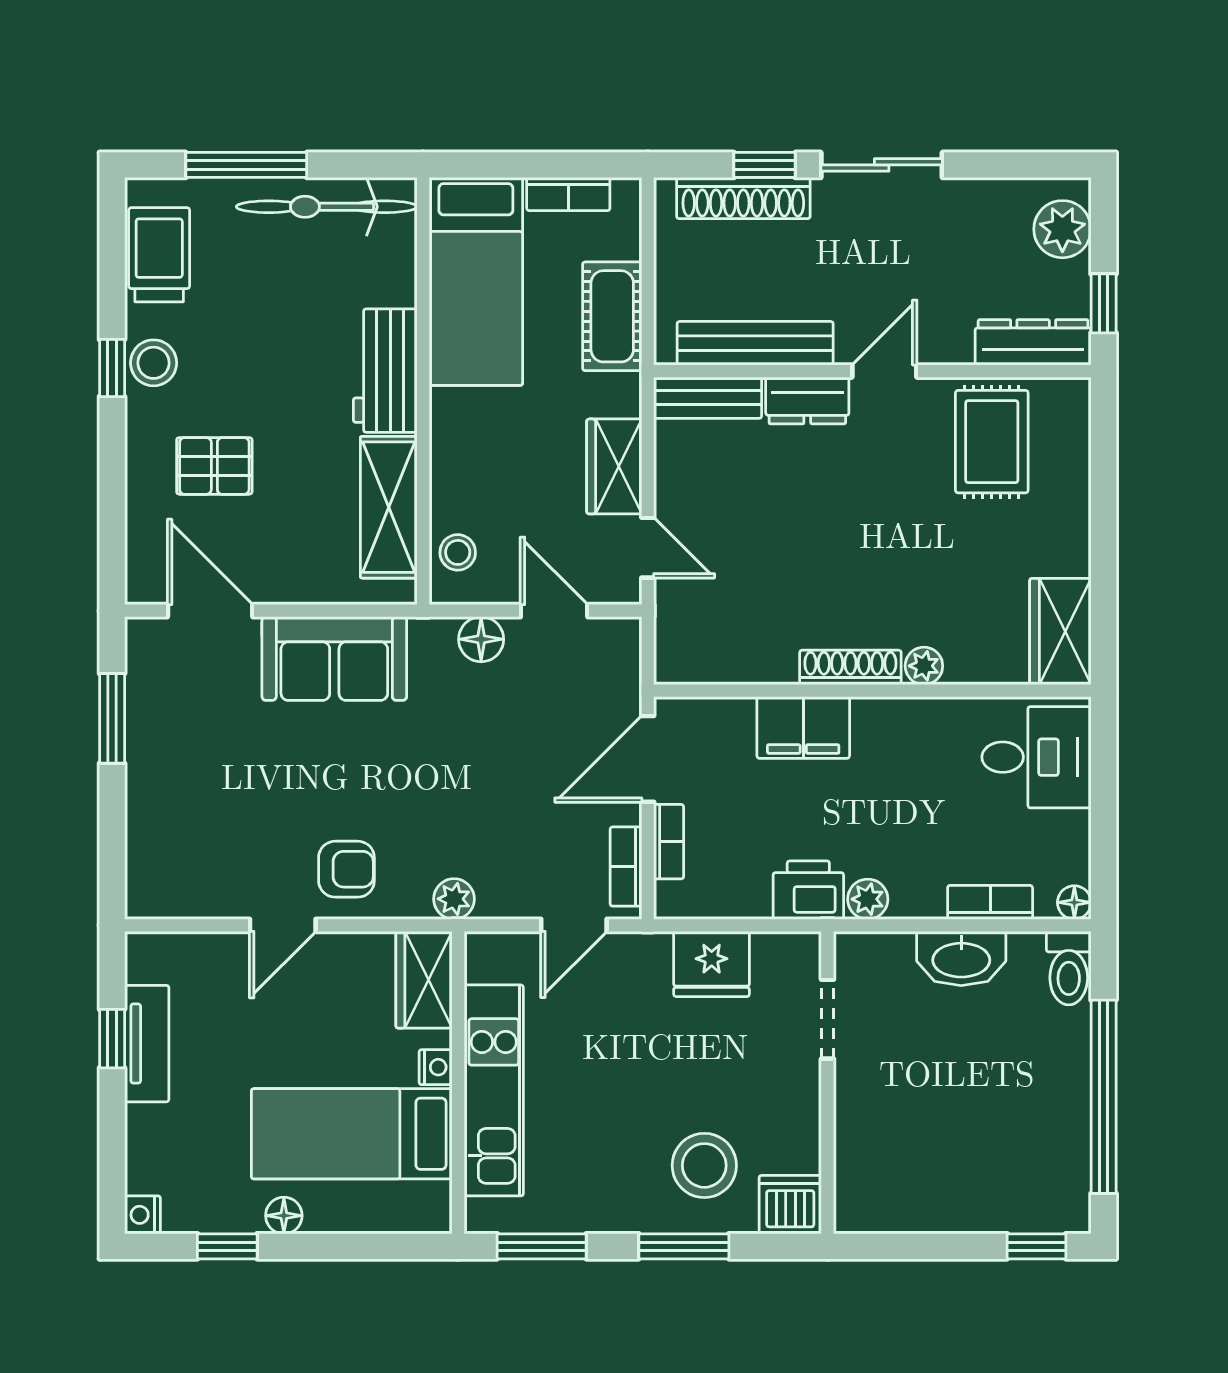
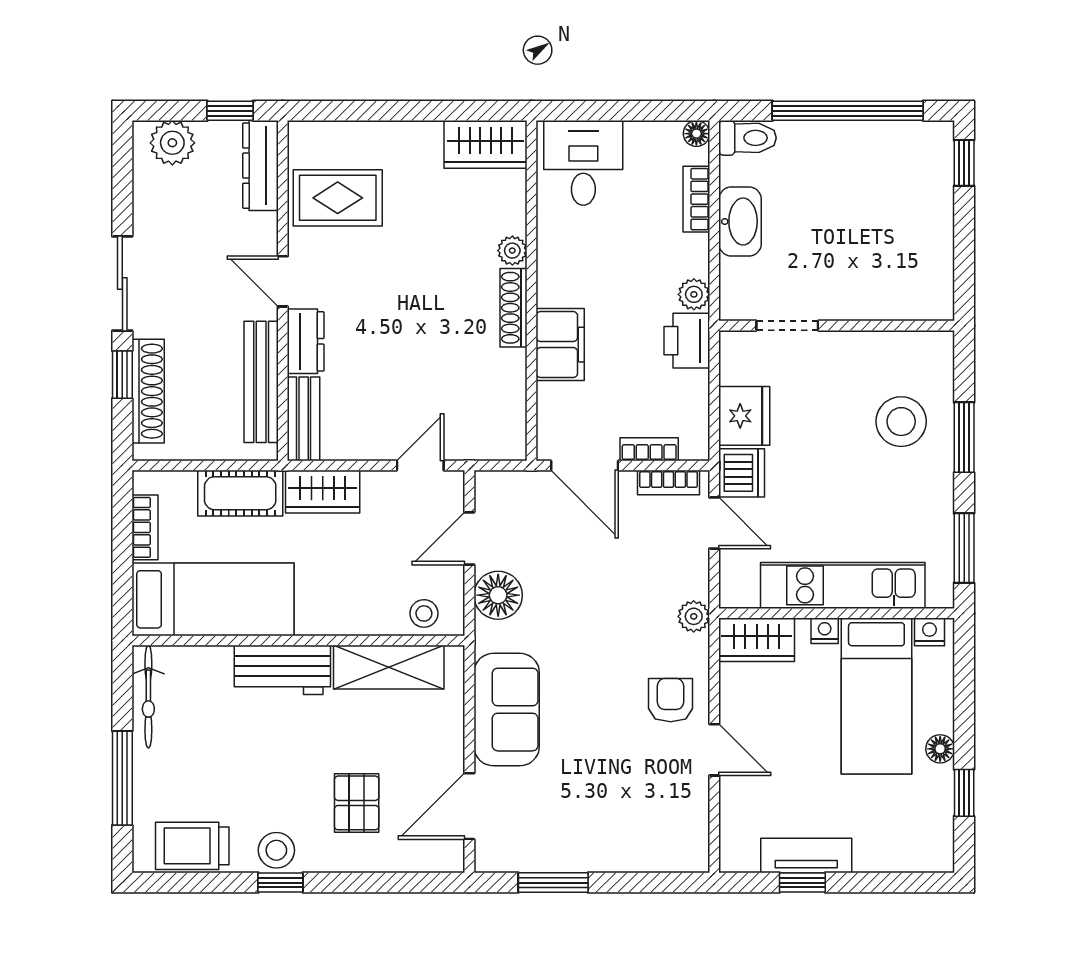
bicycle: (327, 207) -> (148, 697), width x0.73, depth x0.71
wardrobe: (614, 466) -> (323, 492), moved
floor lamp: (481, 639) -> (498, 595), width x1.38, depth x1.38
dishwasher: (790, 1205) -> (742, 473), moved, turned 180
nightstand: (142, 1215) -> (930, 632), moved, turned 180

